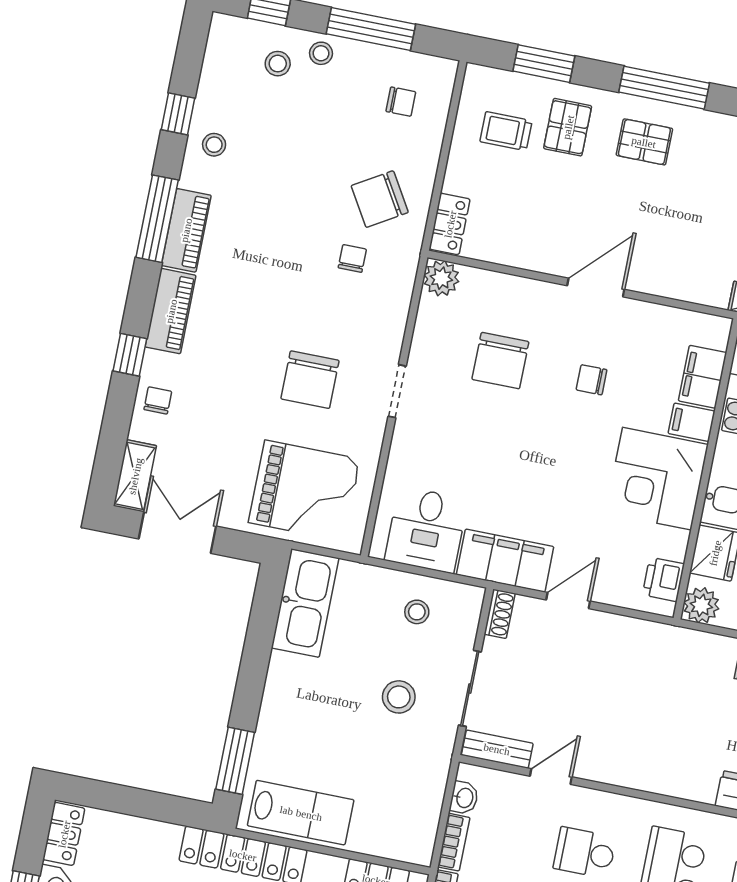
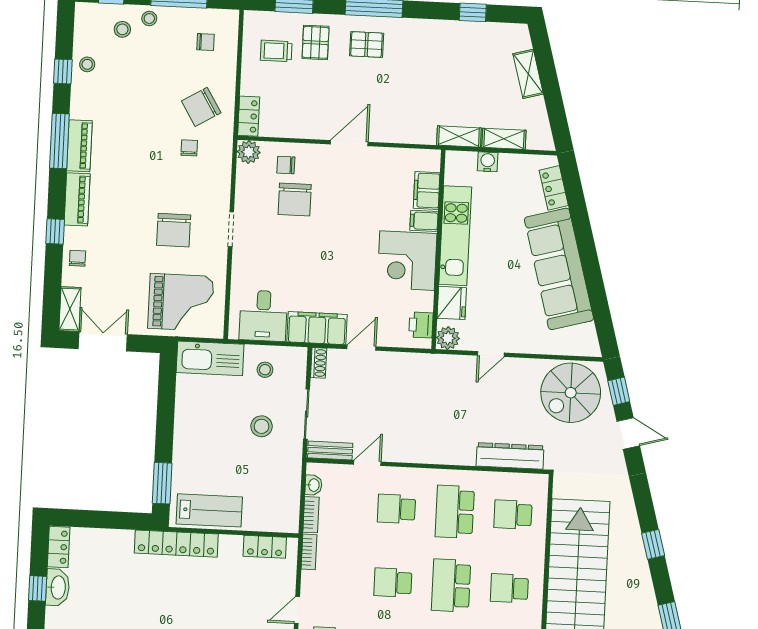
stool: (214, 145) -> (87, 64), moved
chair: (592, 380) -> (286, 165), moved
kitchen sink: (305, 603) -> (210, 358), moved, turned 90

